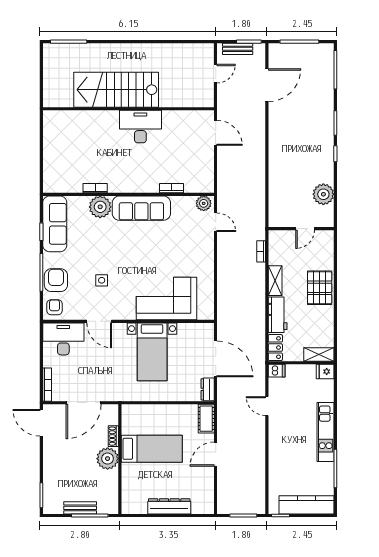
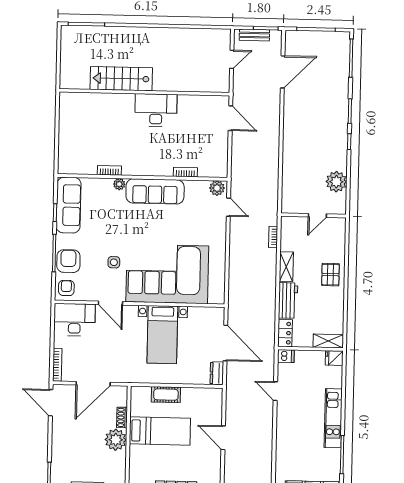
stairs: (116, 90) -> (121, 79), width x0.73, depth x0.66
plant: (100, 207) -> (119, 184), width x0.53, depth x0.53
pallet: (320, 288) -> (330, 275), width x0.67, depth x0.71
corner sofa: (166, 298) -> (167, 274), width x1.36, depth x1.36
cot: (206, 419) -> (166, 395), moved, turned 90
door: (216, 454) -> (223, 438), hinge flipped

